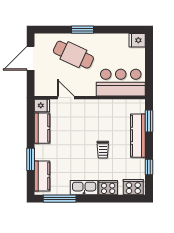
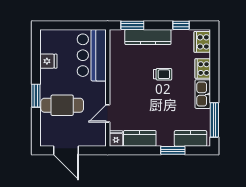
fridge: (137, 40) -> (48, 61), moved, turned -90
cafe table: (73, 55) -> (62, 105), turned 65

